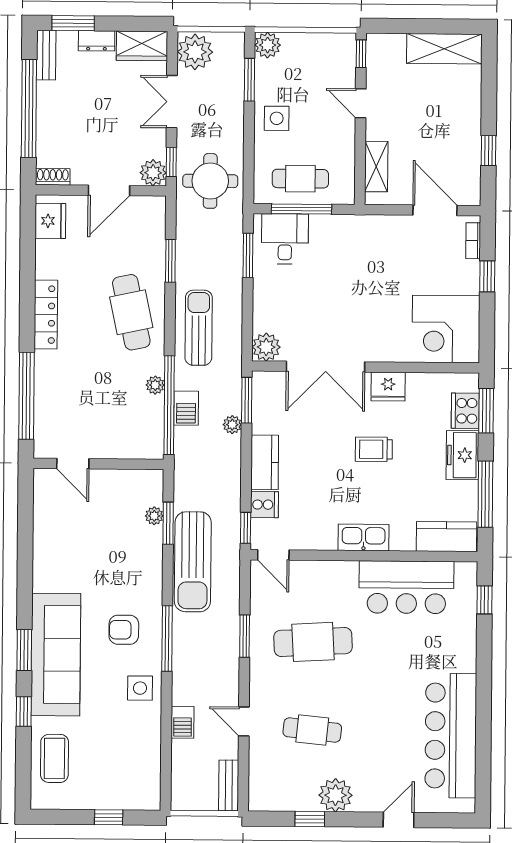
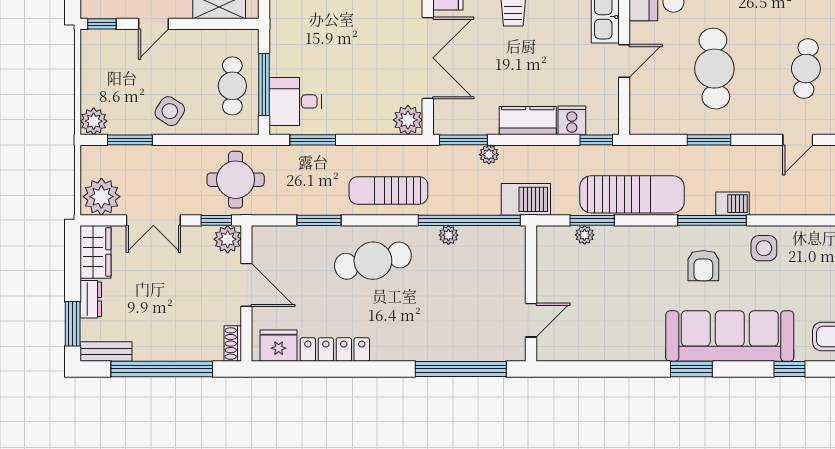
side table: (277, 118) -> (170, 111), turned 33
locker: (46, 315) -> (335, 350), moved
barbecue: (186, 408) -> (526, 199), moved, width x1.38, depth x1.27
door: (273, 555) -> (624, 61), moved
window: (24, 650) -> (691, 369), moved
barbecue: (183, 722) -> (732, 204), moved

